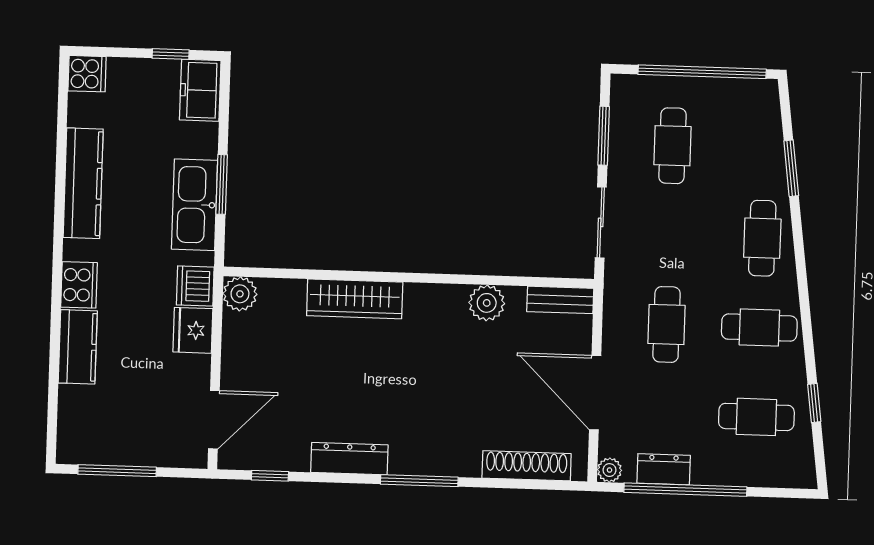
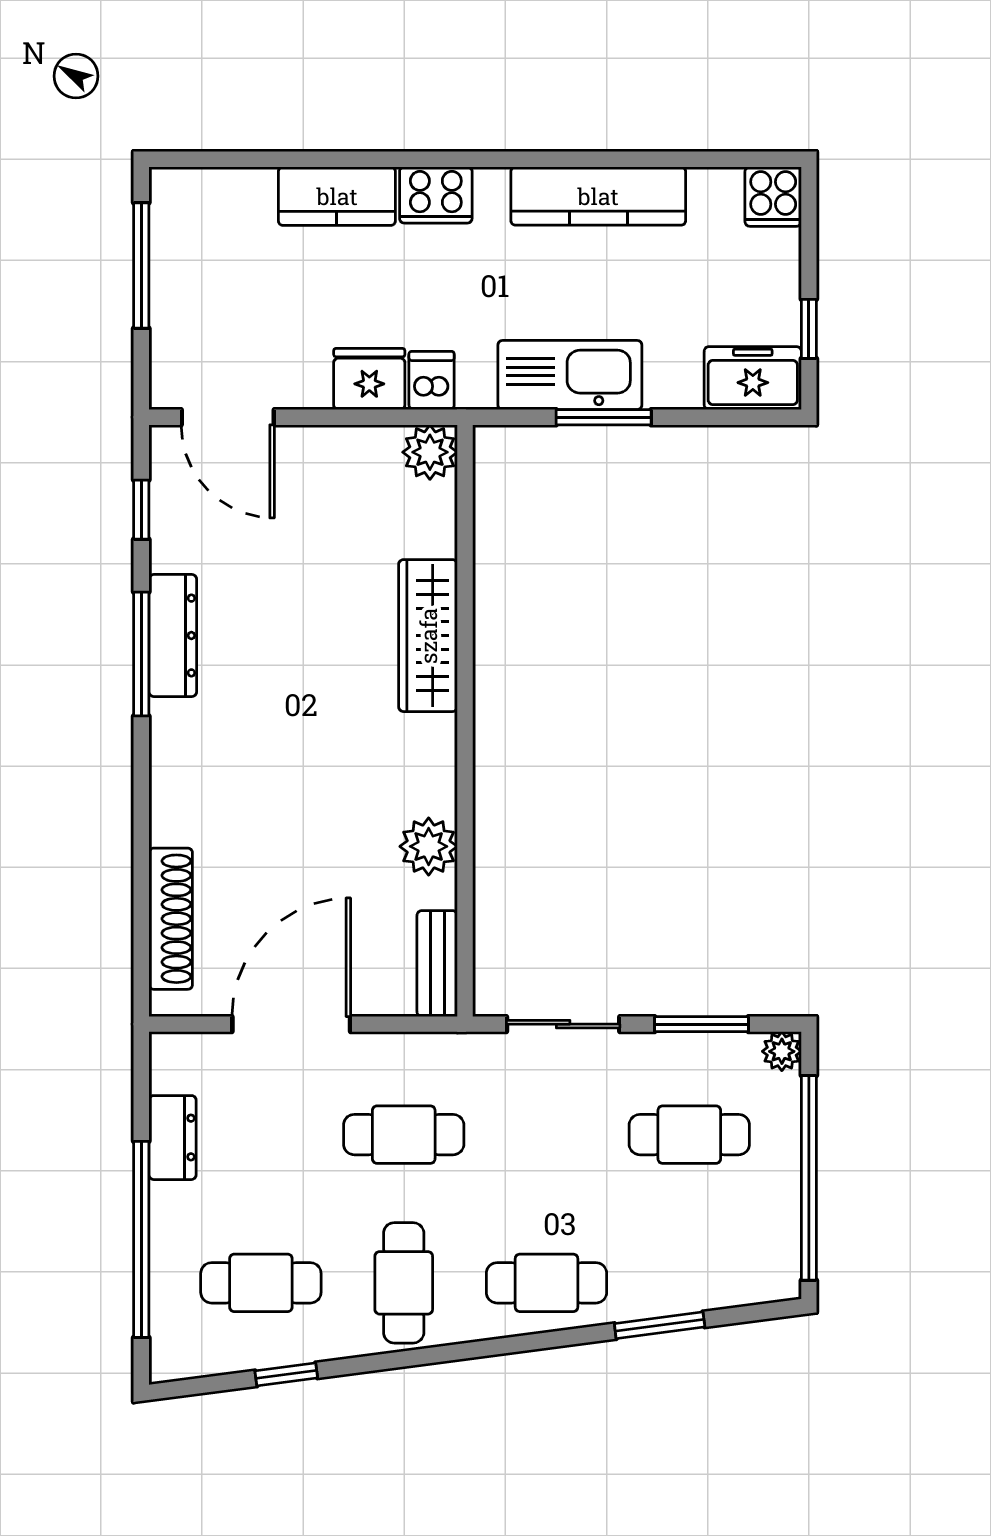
dishwasher: (195, 286) -> (432, 380), width x0.73
cafe table: (756, 417) -> (261, 1283), turned 90
plant: (610, 470) -> (782, 1051), moved
window: (419, 481) -> (141, 654), moved
window: (685, 490) -> (141, 1239), moved

